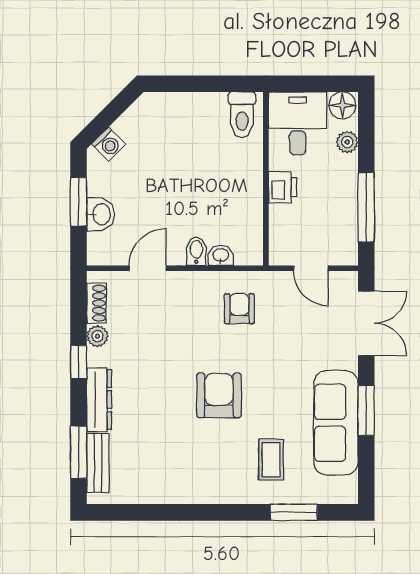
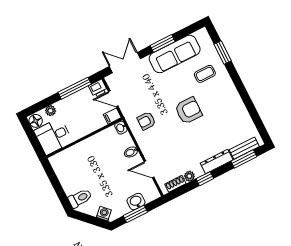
toilet: (242, 115) -> (80, 198), moved
printer: (283, 187) -> (98, 88), moved, turned 180
filing cabinet: (280, 250) -> (112, 116), added
washbasin: (221, 255) -> (121, 128), moved
door: (311, 268) -> (113, 99), swing flipped
armchair: (219, 395) -> (188, 111), turned 180

